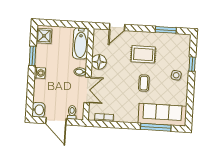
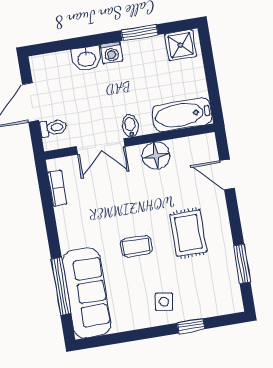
washbasin: (38, 110) -> (87, 59), moved

